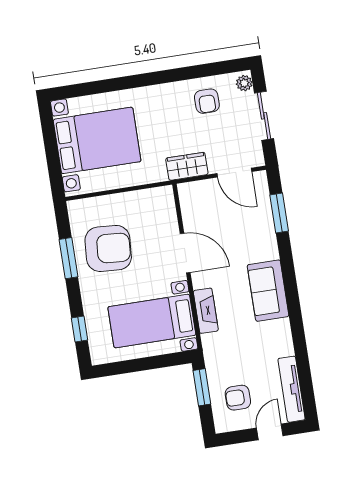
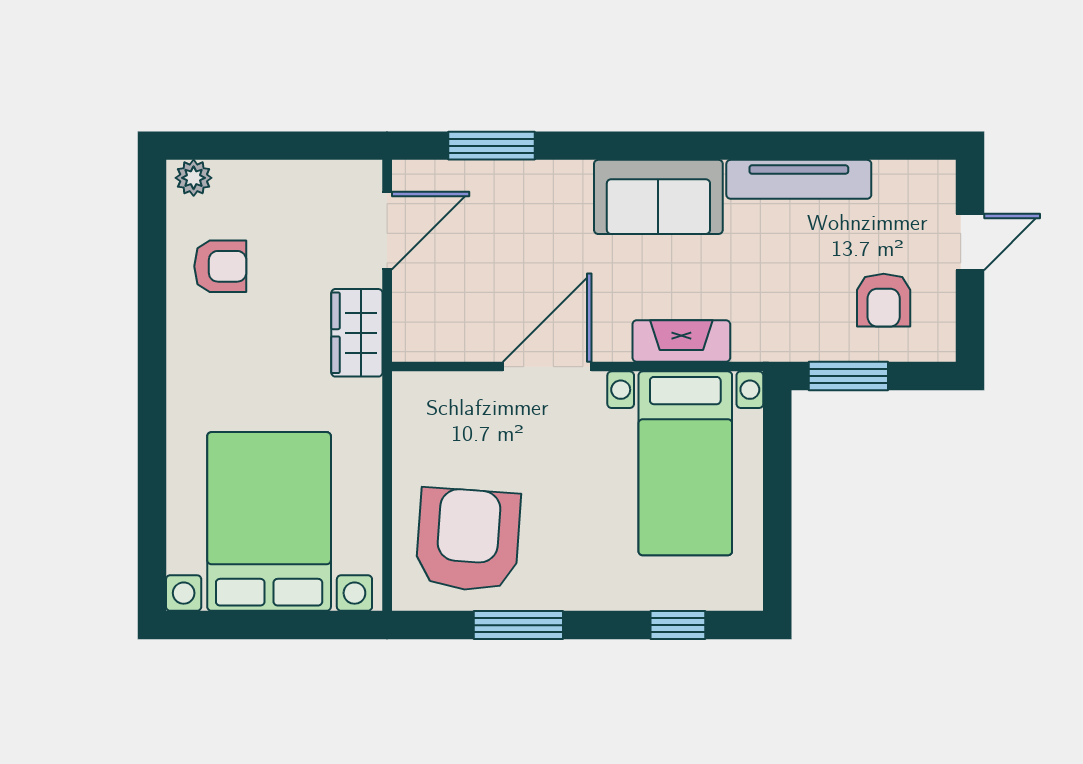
sliding door: (264, 116) -> (272, 146), removed
armchair: (108, 248) -> (468, 540), moved
tv unit: (292, 389) -> (799, 179), moved
door: (270, 432) -> (970, 242), swing flipped

